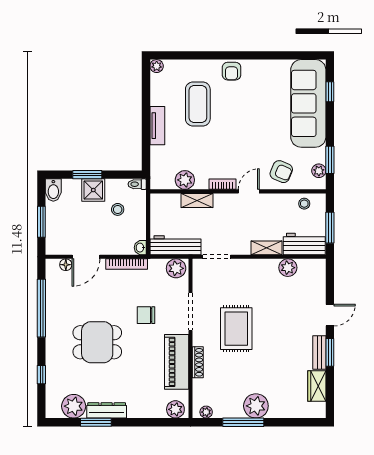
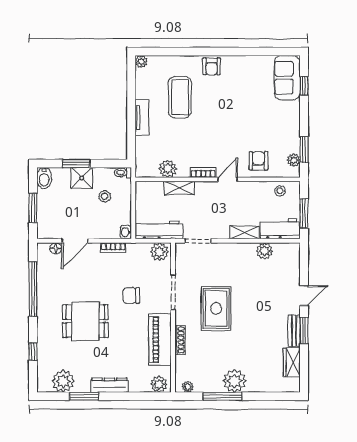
sofa: (308, 103) -> (287, 78), width x0.54, depth x0.79
armchair: (281, 172) -> (258, 161), turned -113
bookcase: (127, 264) -> (113, 248), width x0.64
dresser: (107, 410) -> (109, 385), moved

